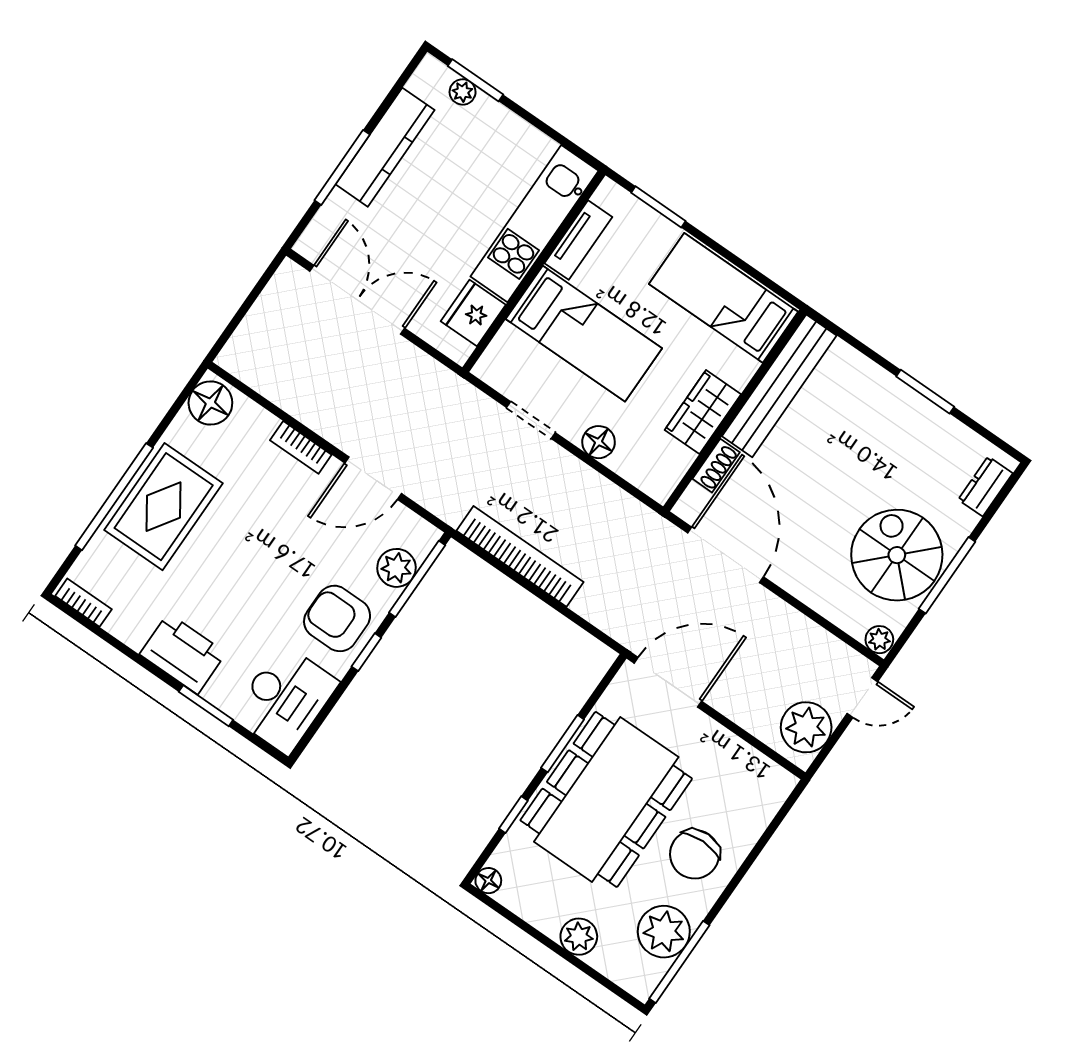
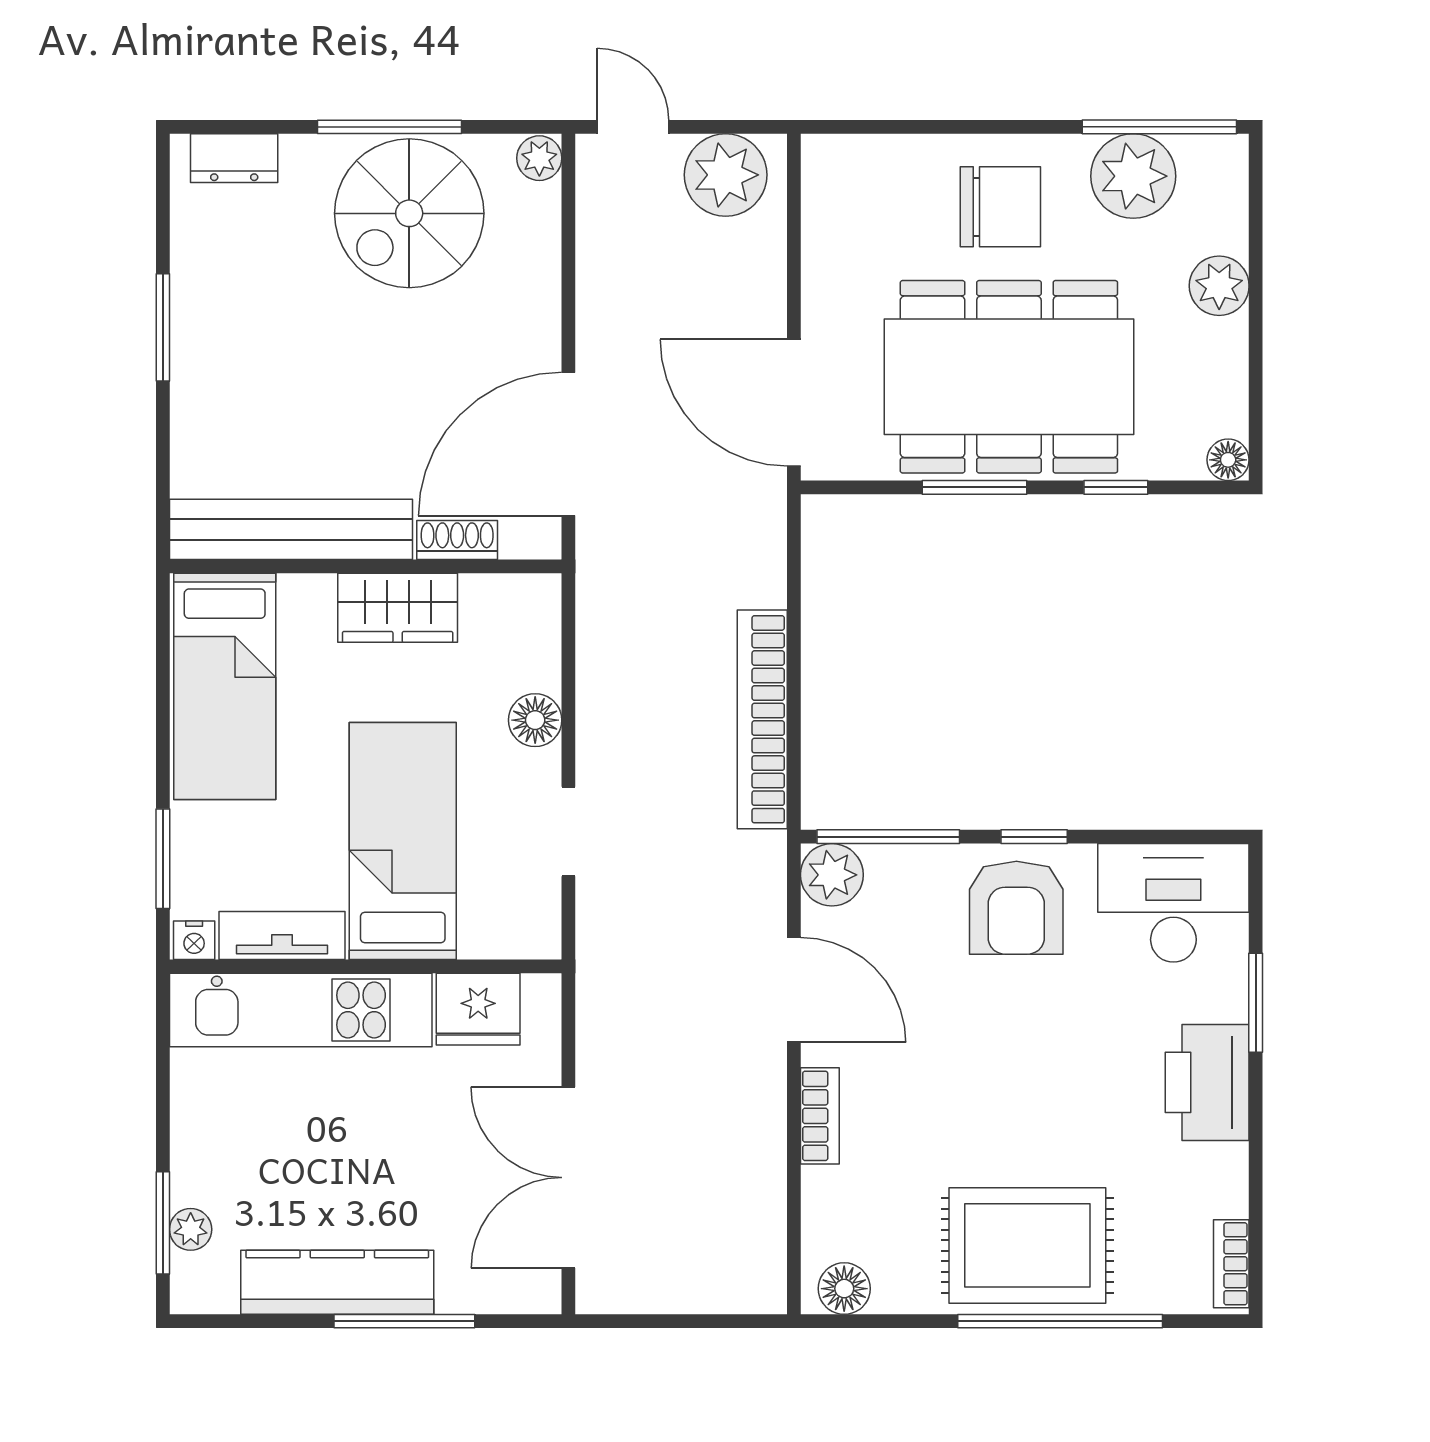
nightstand: (607, 194) -> (194, 940), added
floor lamp: (210, 403) -> (844, 1289), width x0.73, depth x0.73
plant: (396, 568) -> (832, 875), moved

